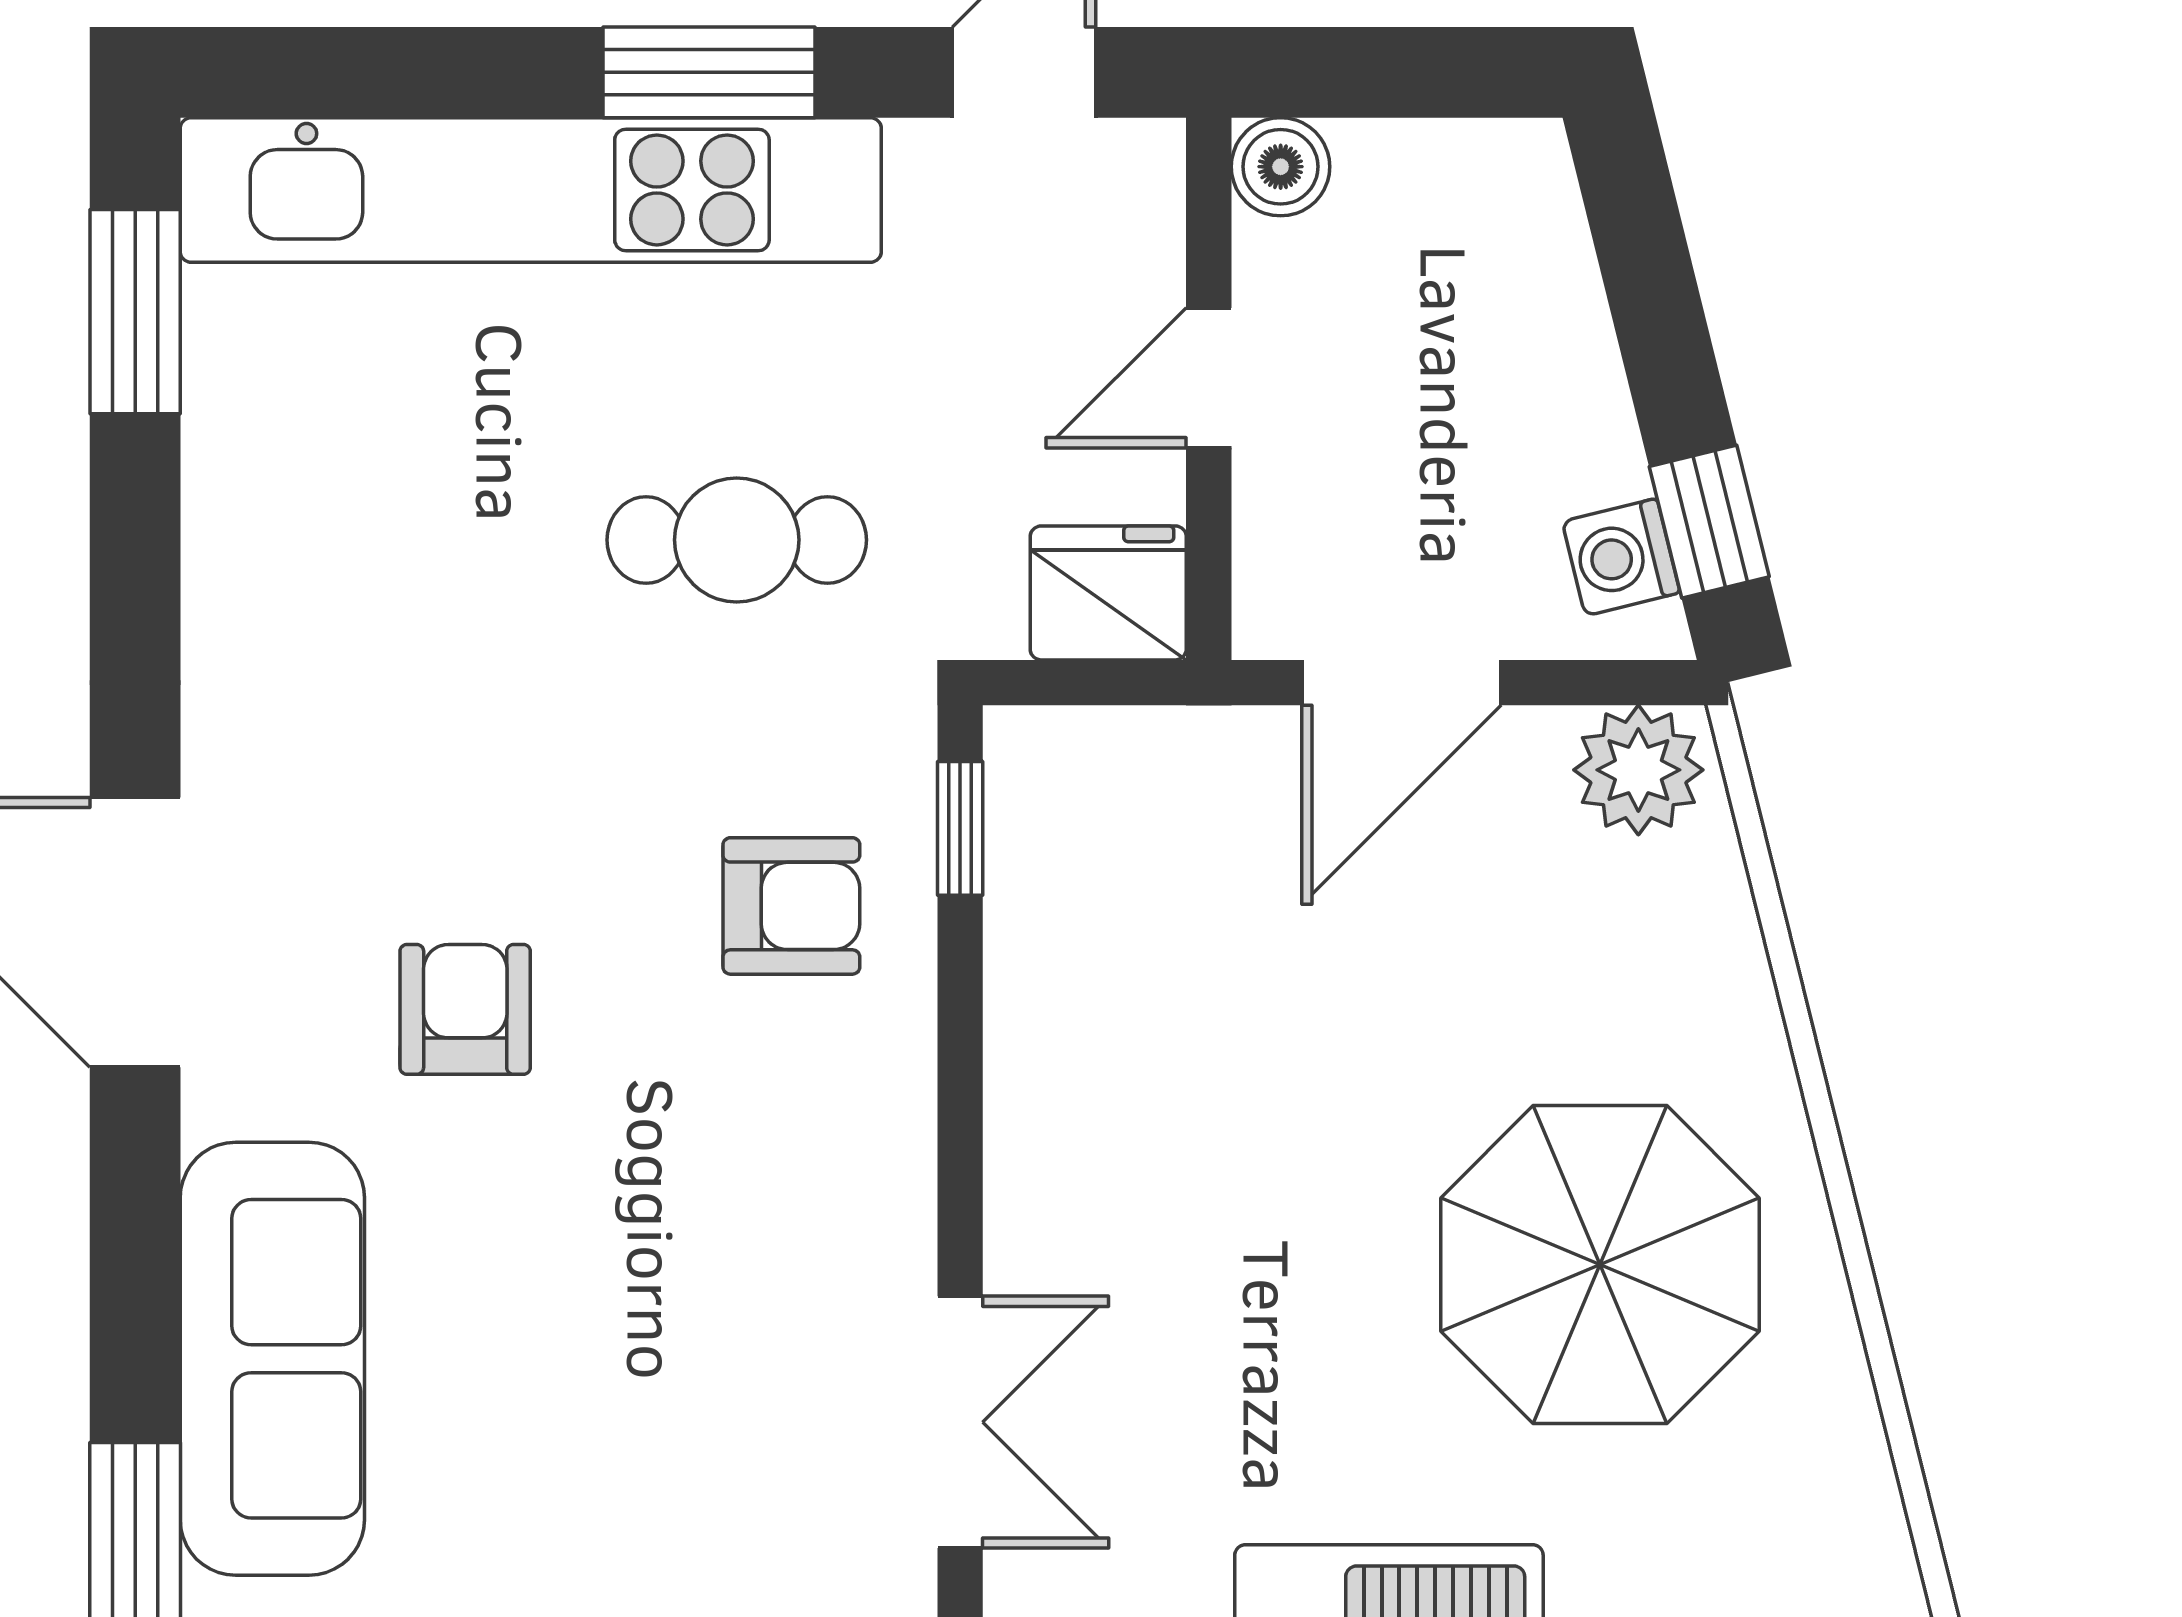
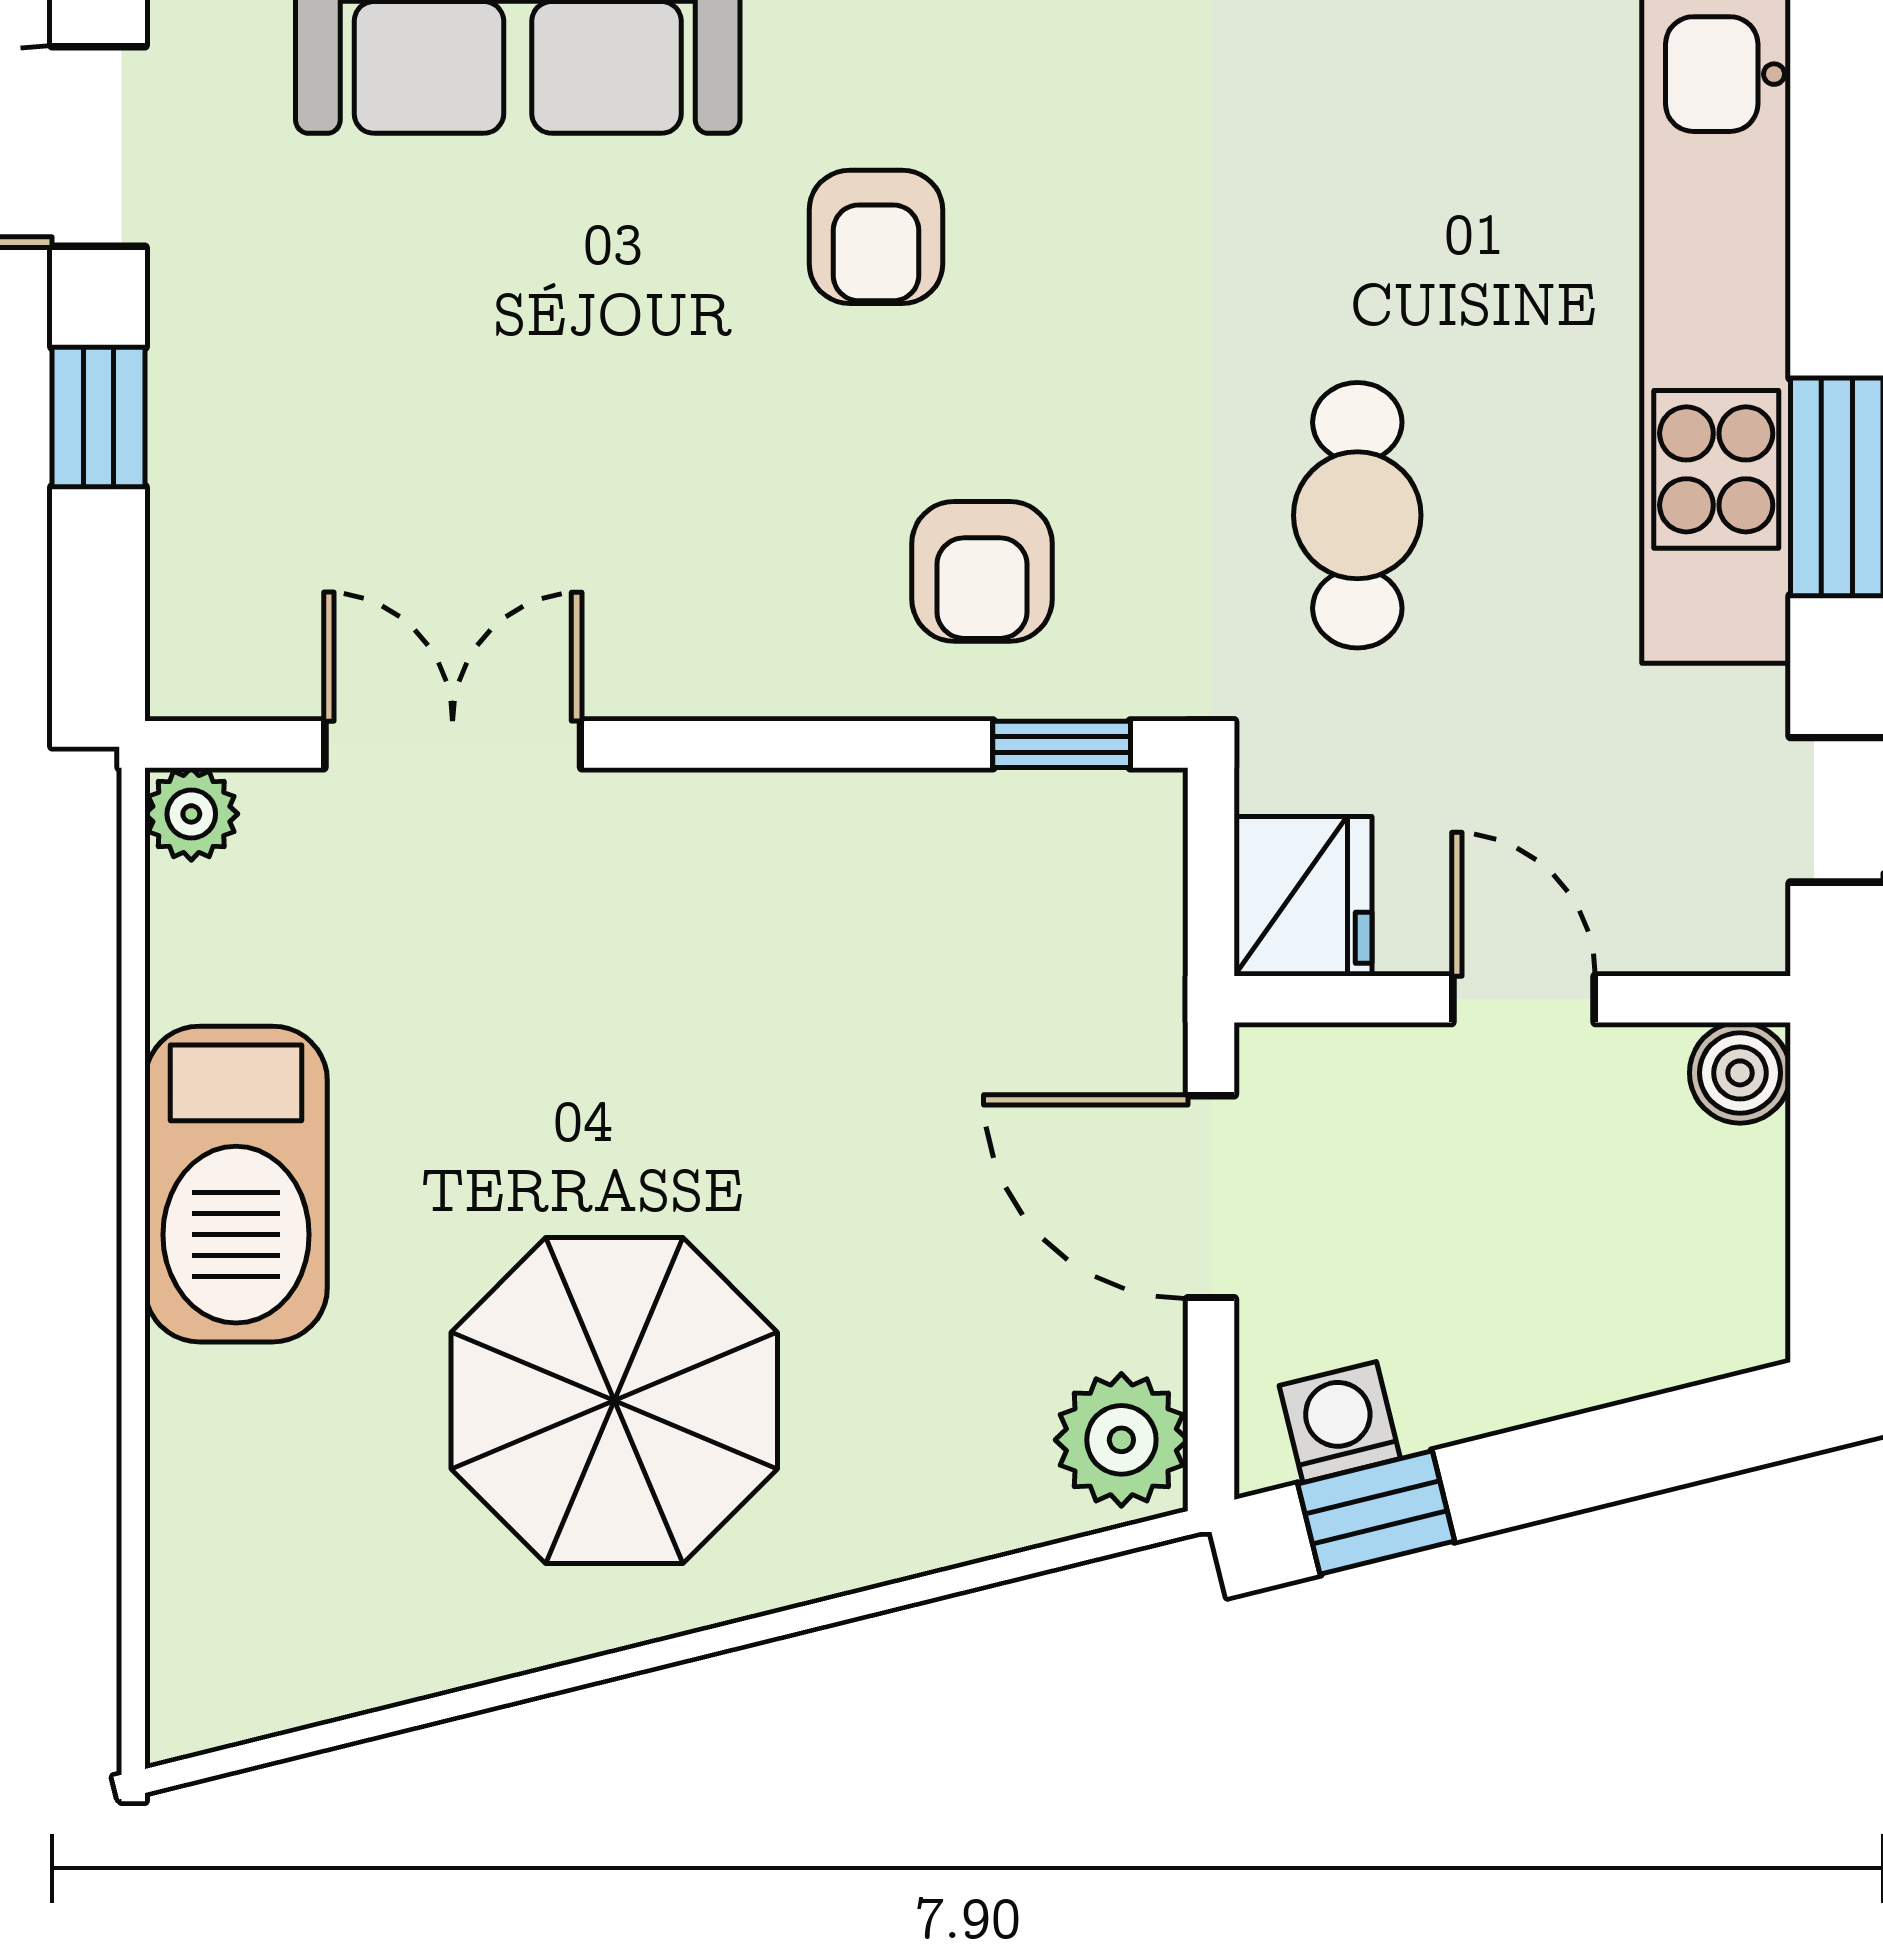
armchair: (465, 1009) -> (876, 237), turned 90
double door: (960, 1422) -> (453, 744), swing flipped

